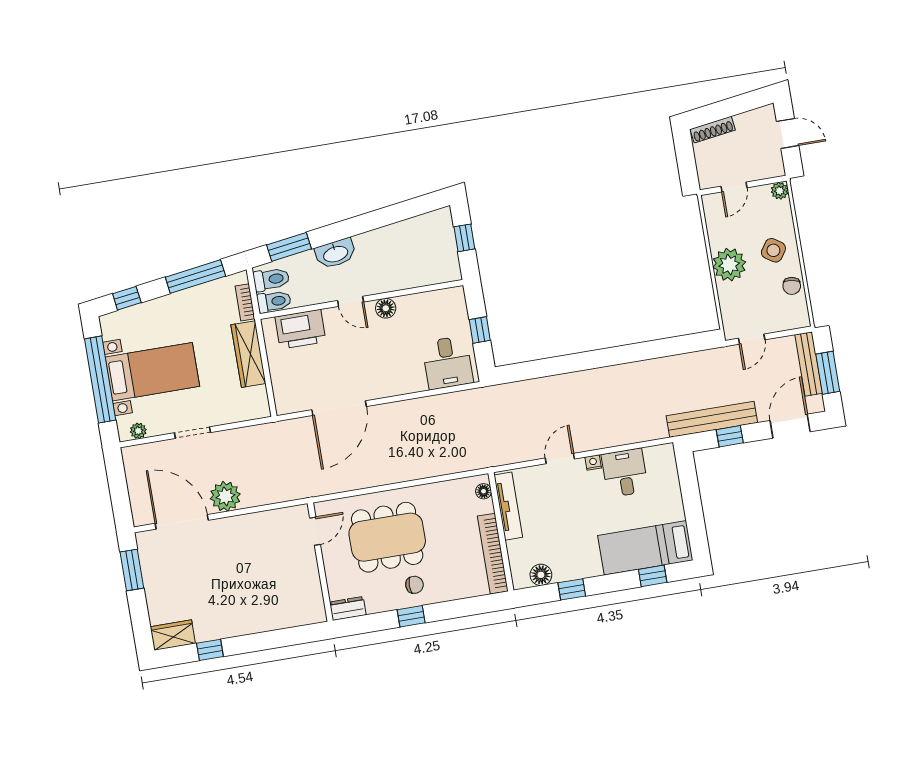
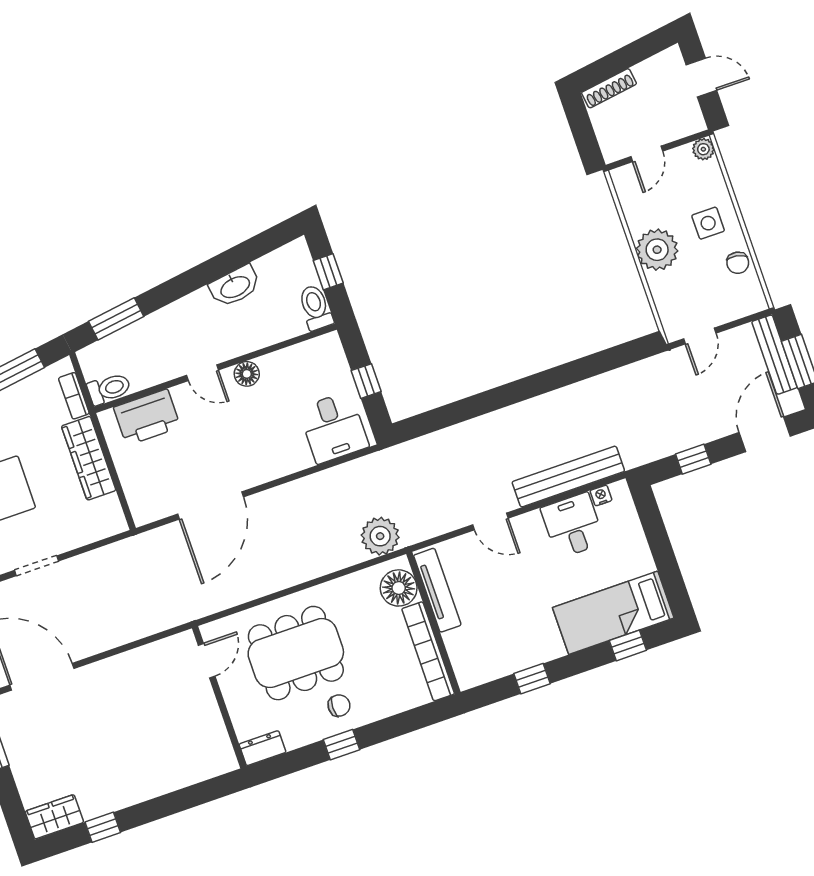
side table: (773, 250) -> (708, 223), turned -34
washbasin: (335, 254) -> (235, 286), moved
toilet: (271, 279) -> (315, 307), moved, turned -90
bench: (712, 419) -> (568, 477), moved
door: (560, 459) -> (490, 521), swing flipped
nightstand: (593, 463) -> (601, 495), moved
floor lamp: (484, 491) -> (399, 588), width x1.89, depth x1.89
plant: (225, 496) -> (380, 536), moved
floor lamp: (541, 575) -> (491, 667), removed

